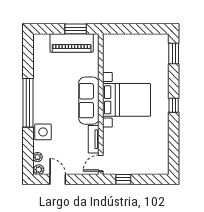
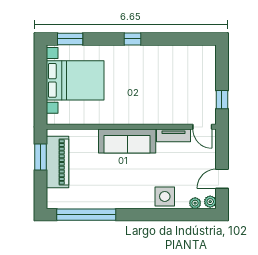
bed with nightstands: (126, 100) -> (75, 80), moved, turned 90
window: (28, 103) -> (86, 215), moved

